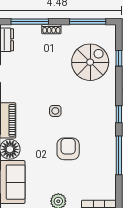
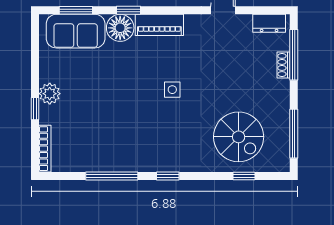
shoe rack: (51, 29) -> (283, 65), moved
armchair: (68, 149) -> (121, 107), removed

